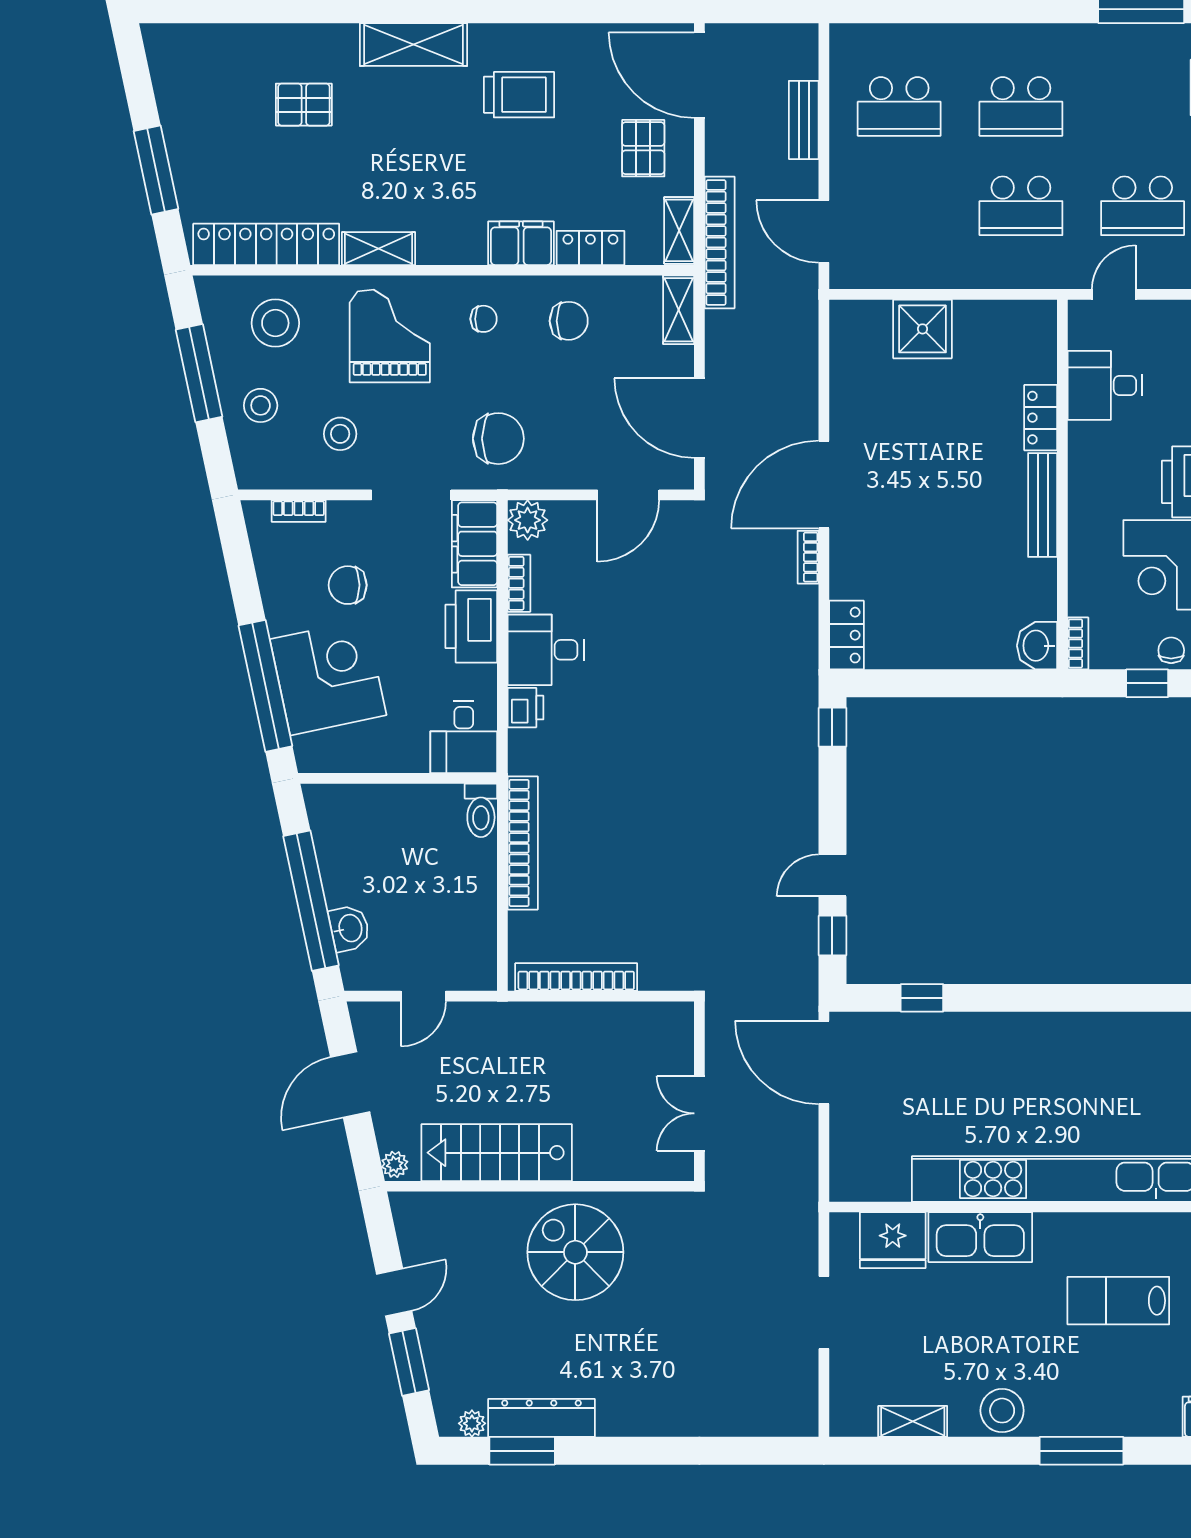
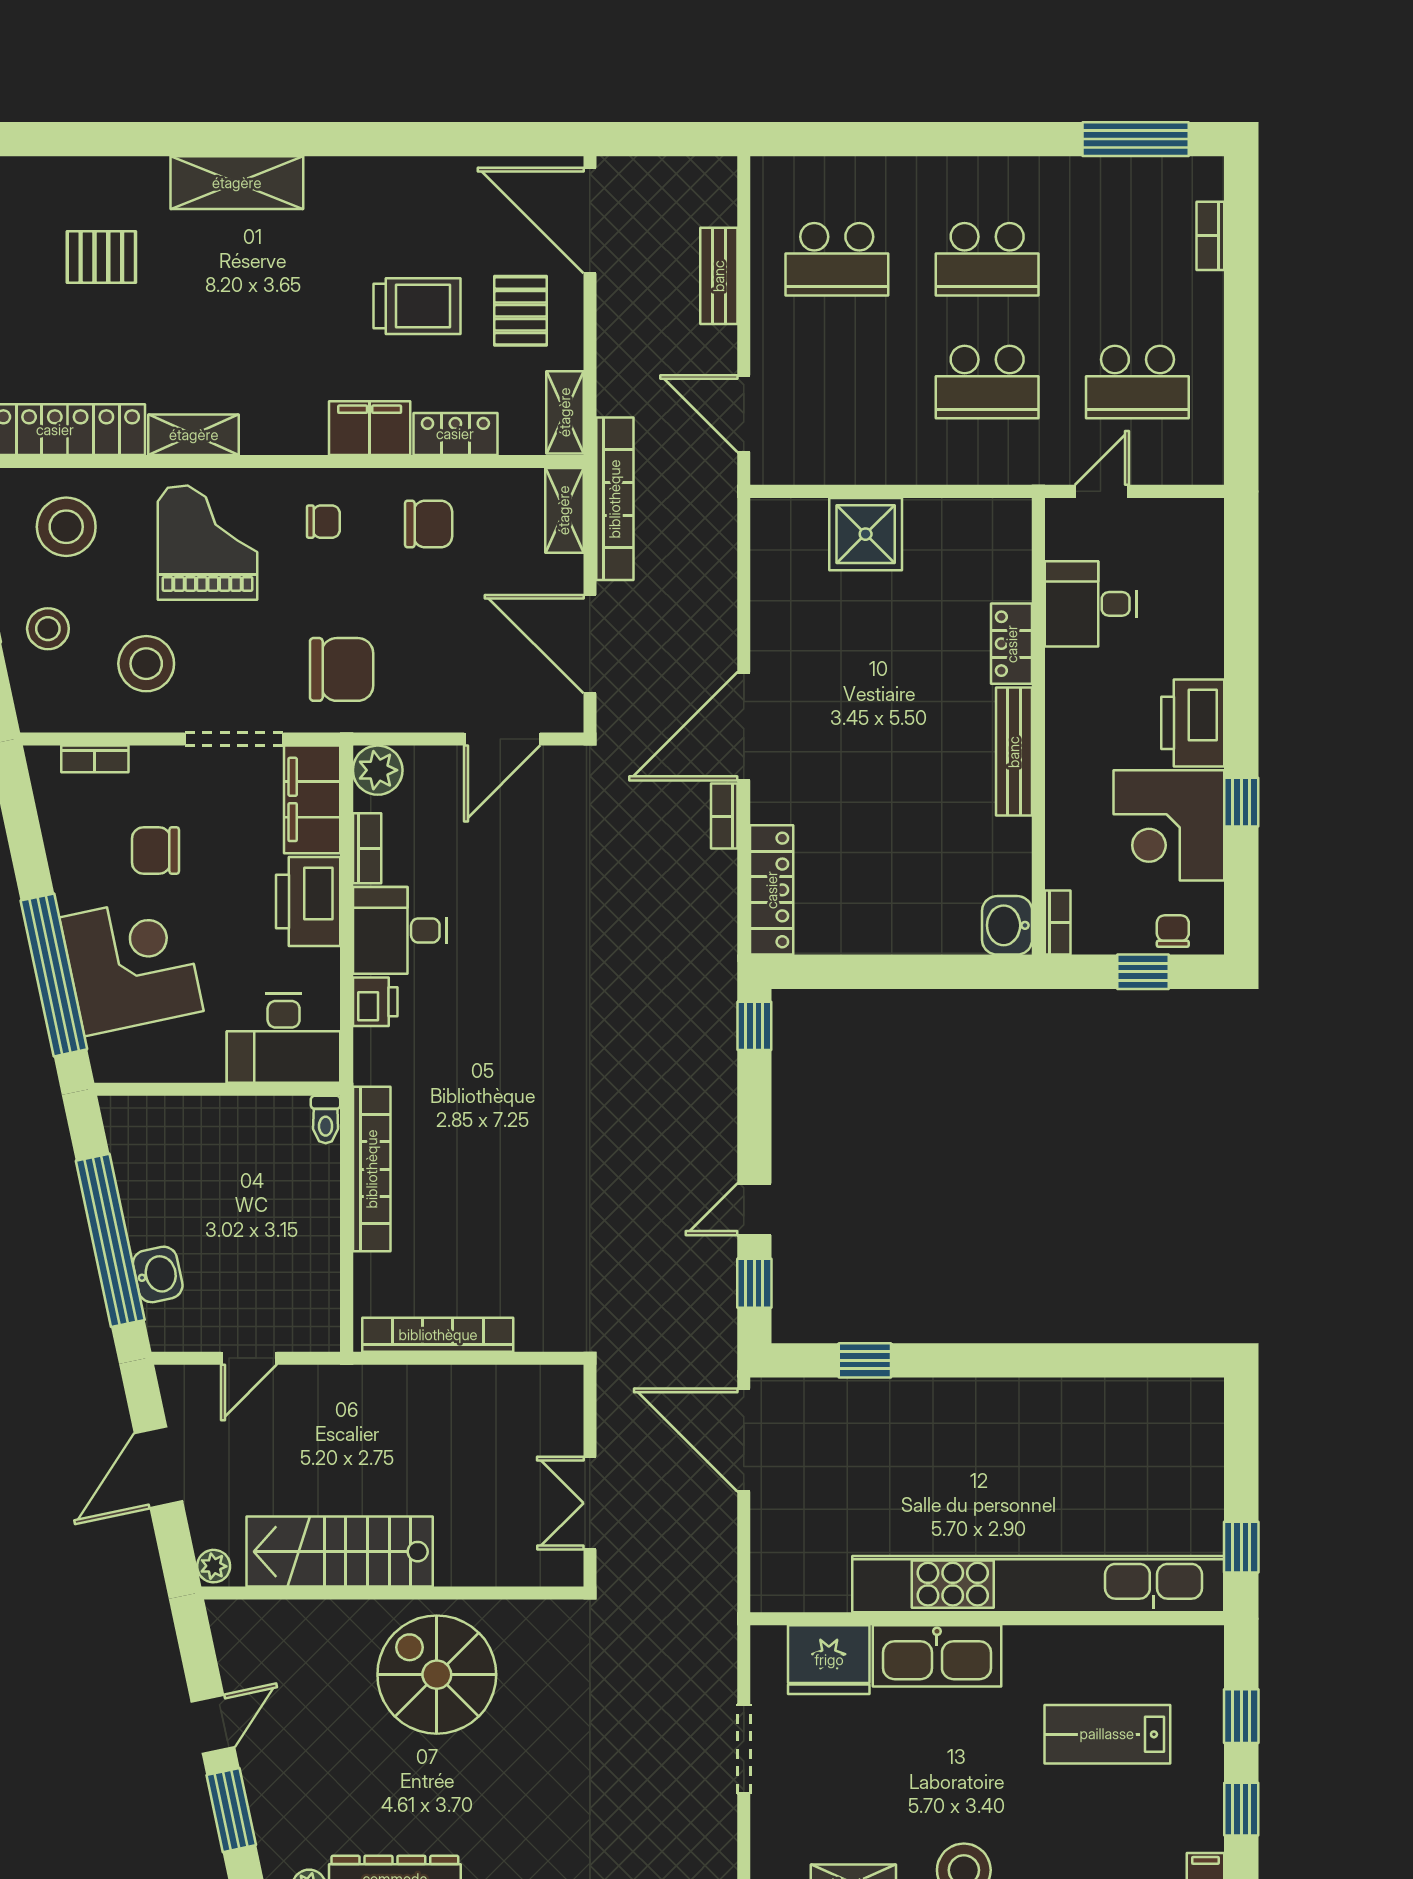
trolley: (519, 95) -> (417, 306), moved
bookcase: (720, 242) -> (615, 499), moved
stool: (340, 434) -> (146, 664), width x1.38, depth x1.38
locker: (846, 635) -> (772, 890), width x1.53
desk: (464, 737) -> (284, 1038), width x1.37
toilet: (481, 810) -> (326, 1119), width x0.73, depth x0.72

